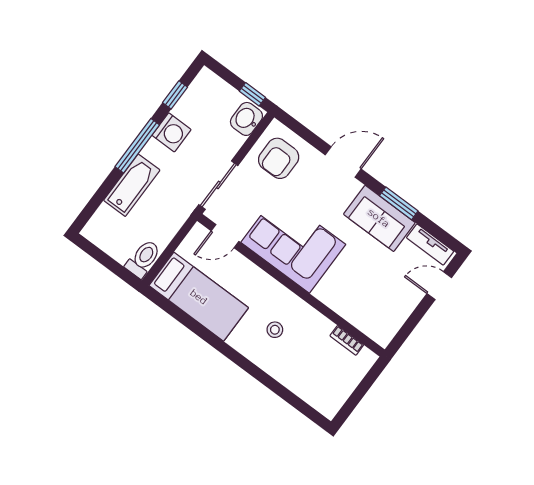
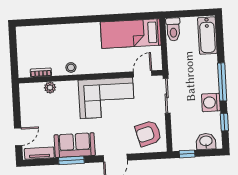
washbasin: (246, 119) -> (206, 141), moved, turned -90
armchair: (279, 158) -> (148, 133), turned -105
bathtub: (132, 185) -> (207, 36), moved
plant: (351, 313) -> (50, 88), added
stool: (275, 330) -> (71, 67), moved

